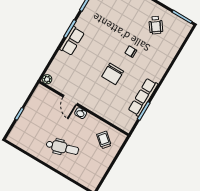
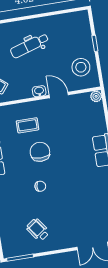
coffee table: (106, 98) -> (28, 125), added
stool: (41, 106) -> (81, 67), added

